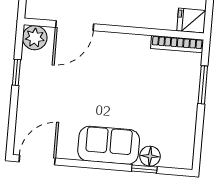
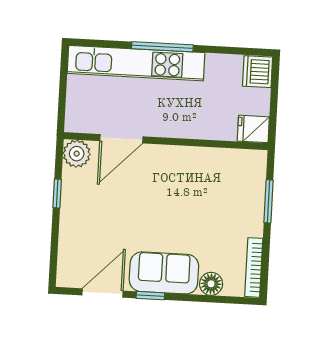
bookcase: (177, 44) -> (254, 267), moved, turned 90
door: (37, 160) -> (102, 293), moved
window: (144, 169) -> (150, 296), moved

